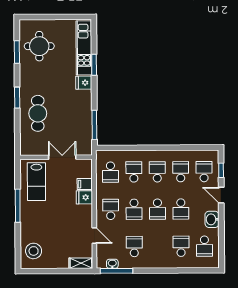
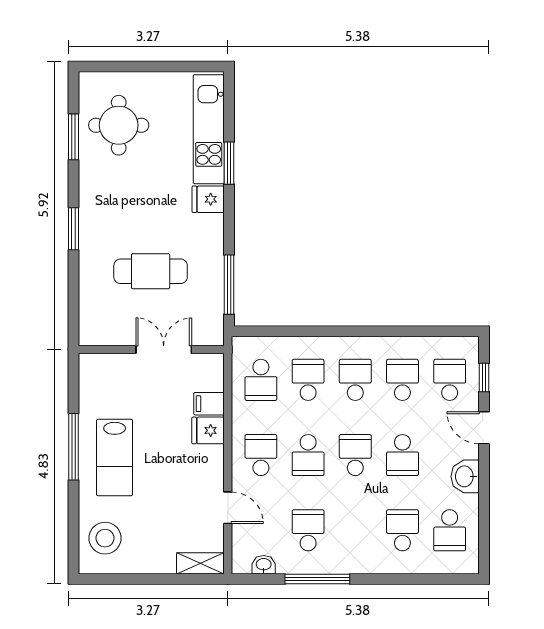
cafe table: (38, 113) -> (151, 271), moved, turned 90
lab bench: (36, 182) -> (115, 457), moved
school desk: (157, 209) -> (355, 455), turned 180
window: (116, 271) -> (317, 579), moved

